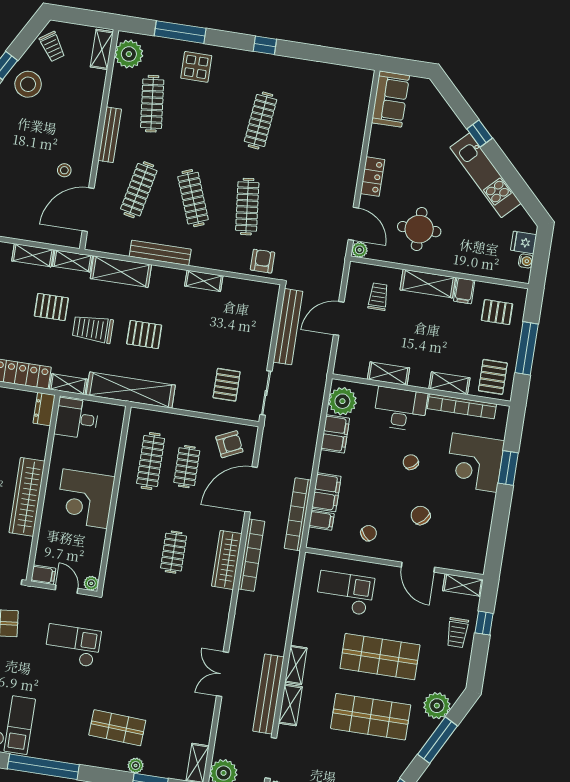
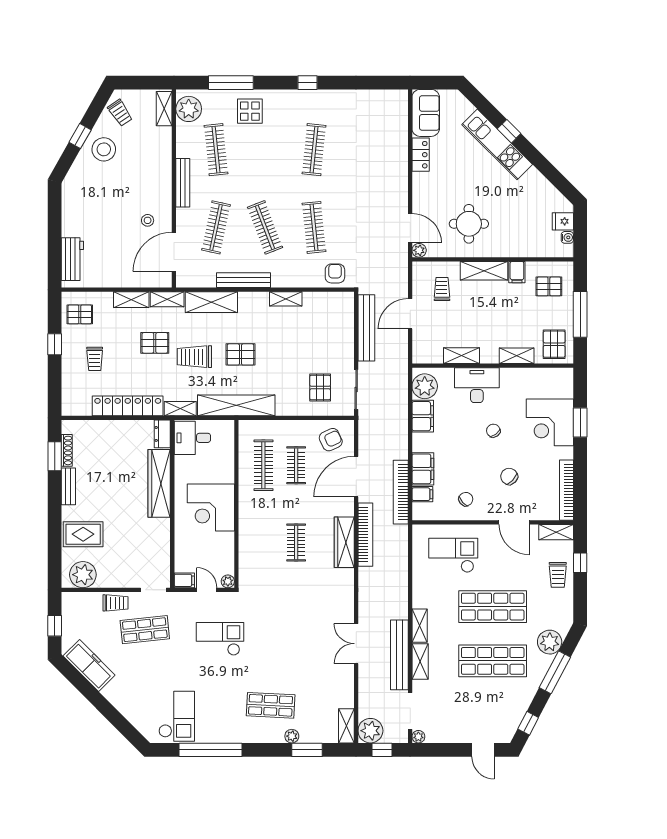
kitchen unit: (485, 175) -> (497, 144), moved
locker: (373, 177) -> (421, 155), moved
bookcase: (462, 406) -> (566, 490), moved, turned 90
wardrobe: (27, 497) -> (159, 483), moved

